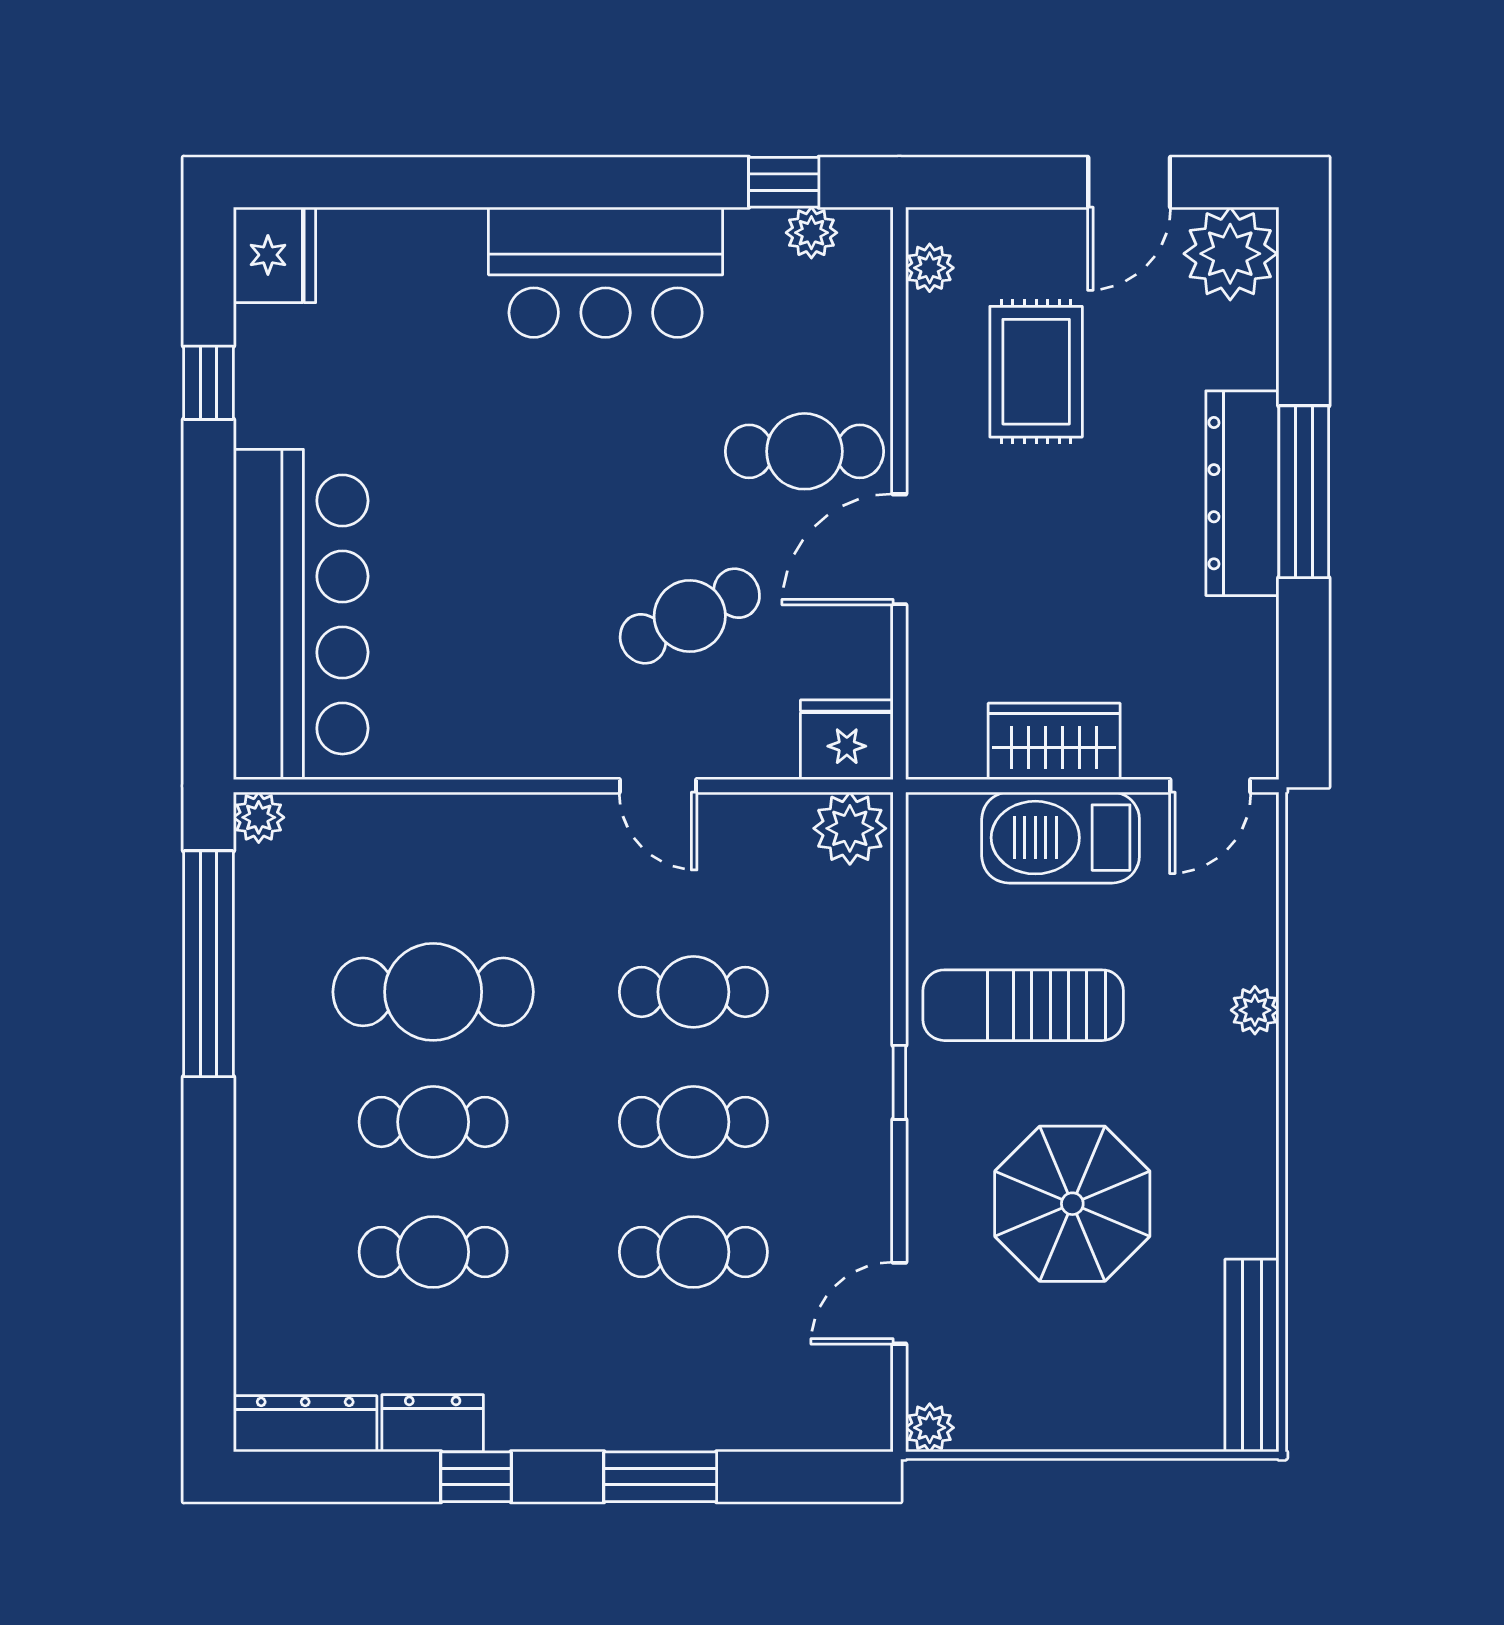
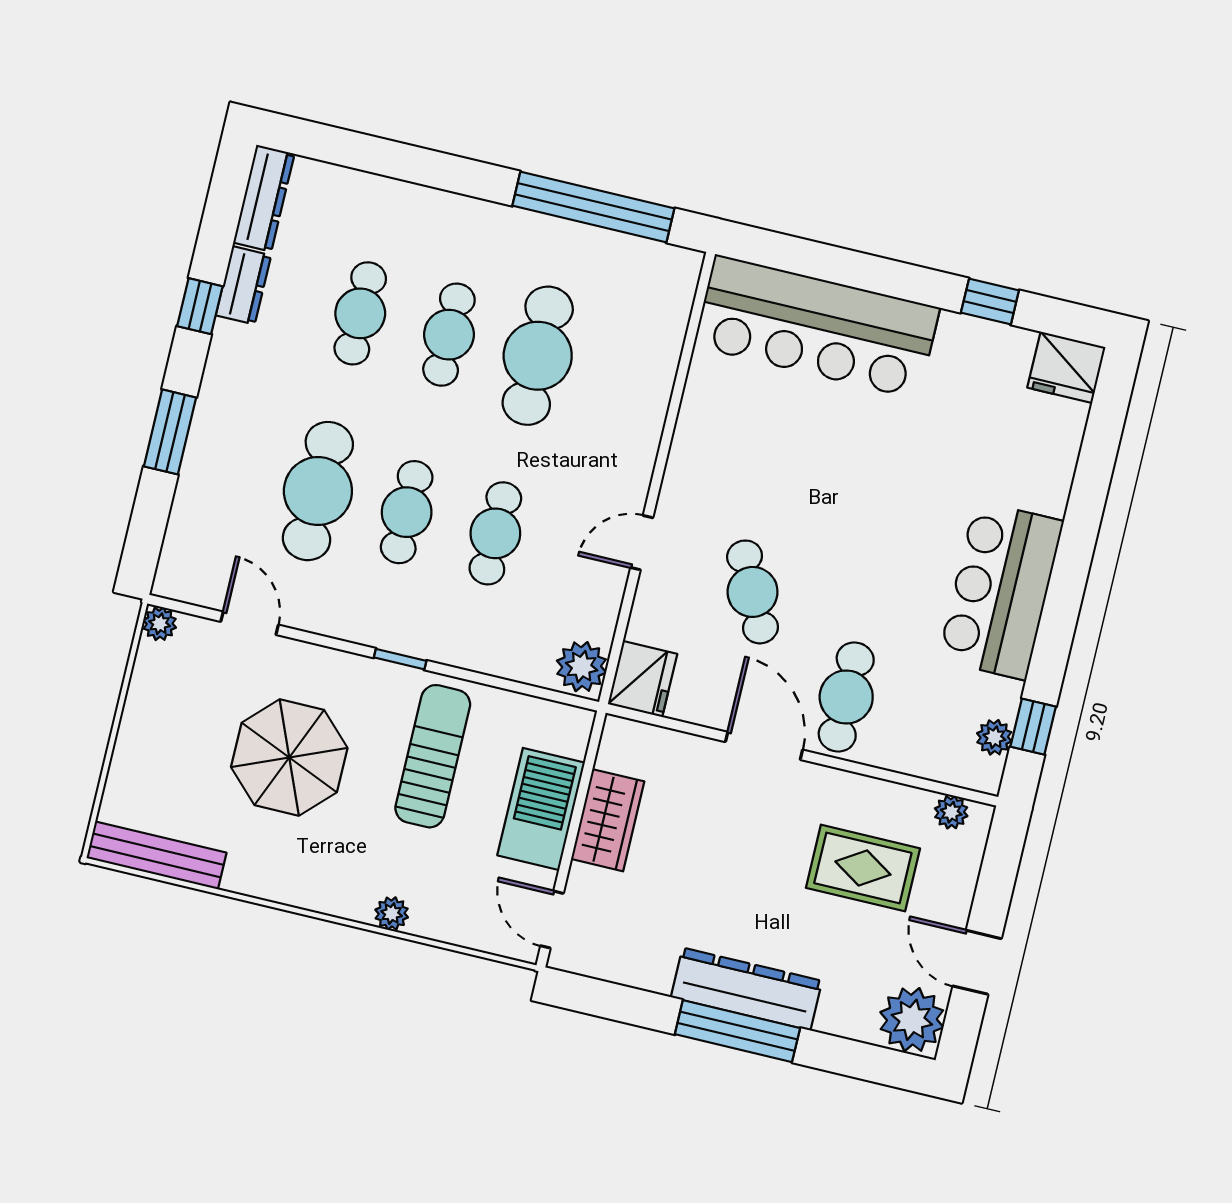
plant: (259, 817) -> (685, 265), removed
cafe table: (693, 1252) -> (318, 491), width x1.37, depth x1.35

